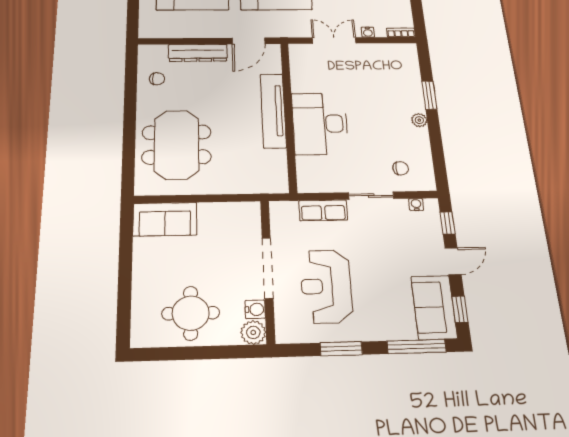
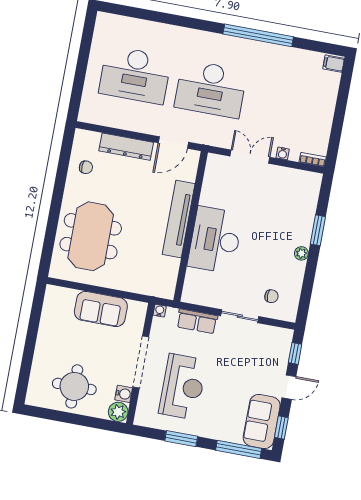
water cooler: (416, 205) -> (160, 311), moved
sofa: (165, 219) -> (101, 309), moved
reception desk: (326, 286) -> (183, 387), turned 180

